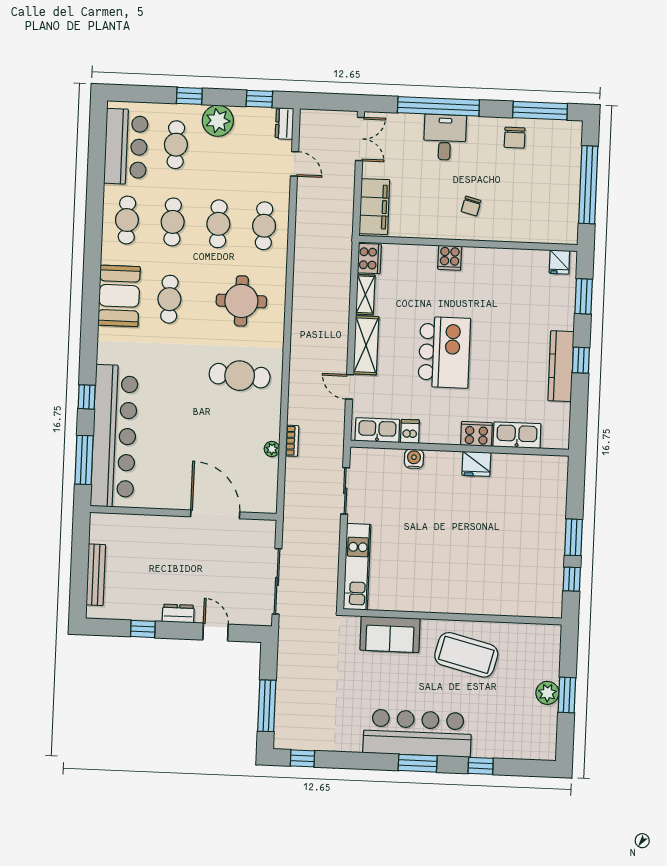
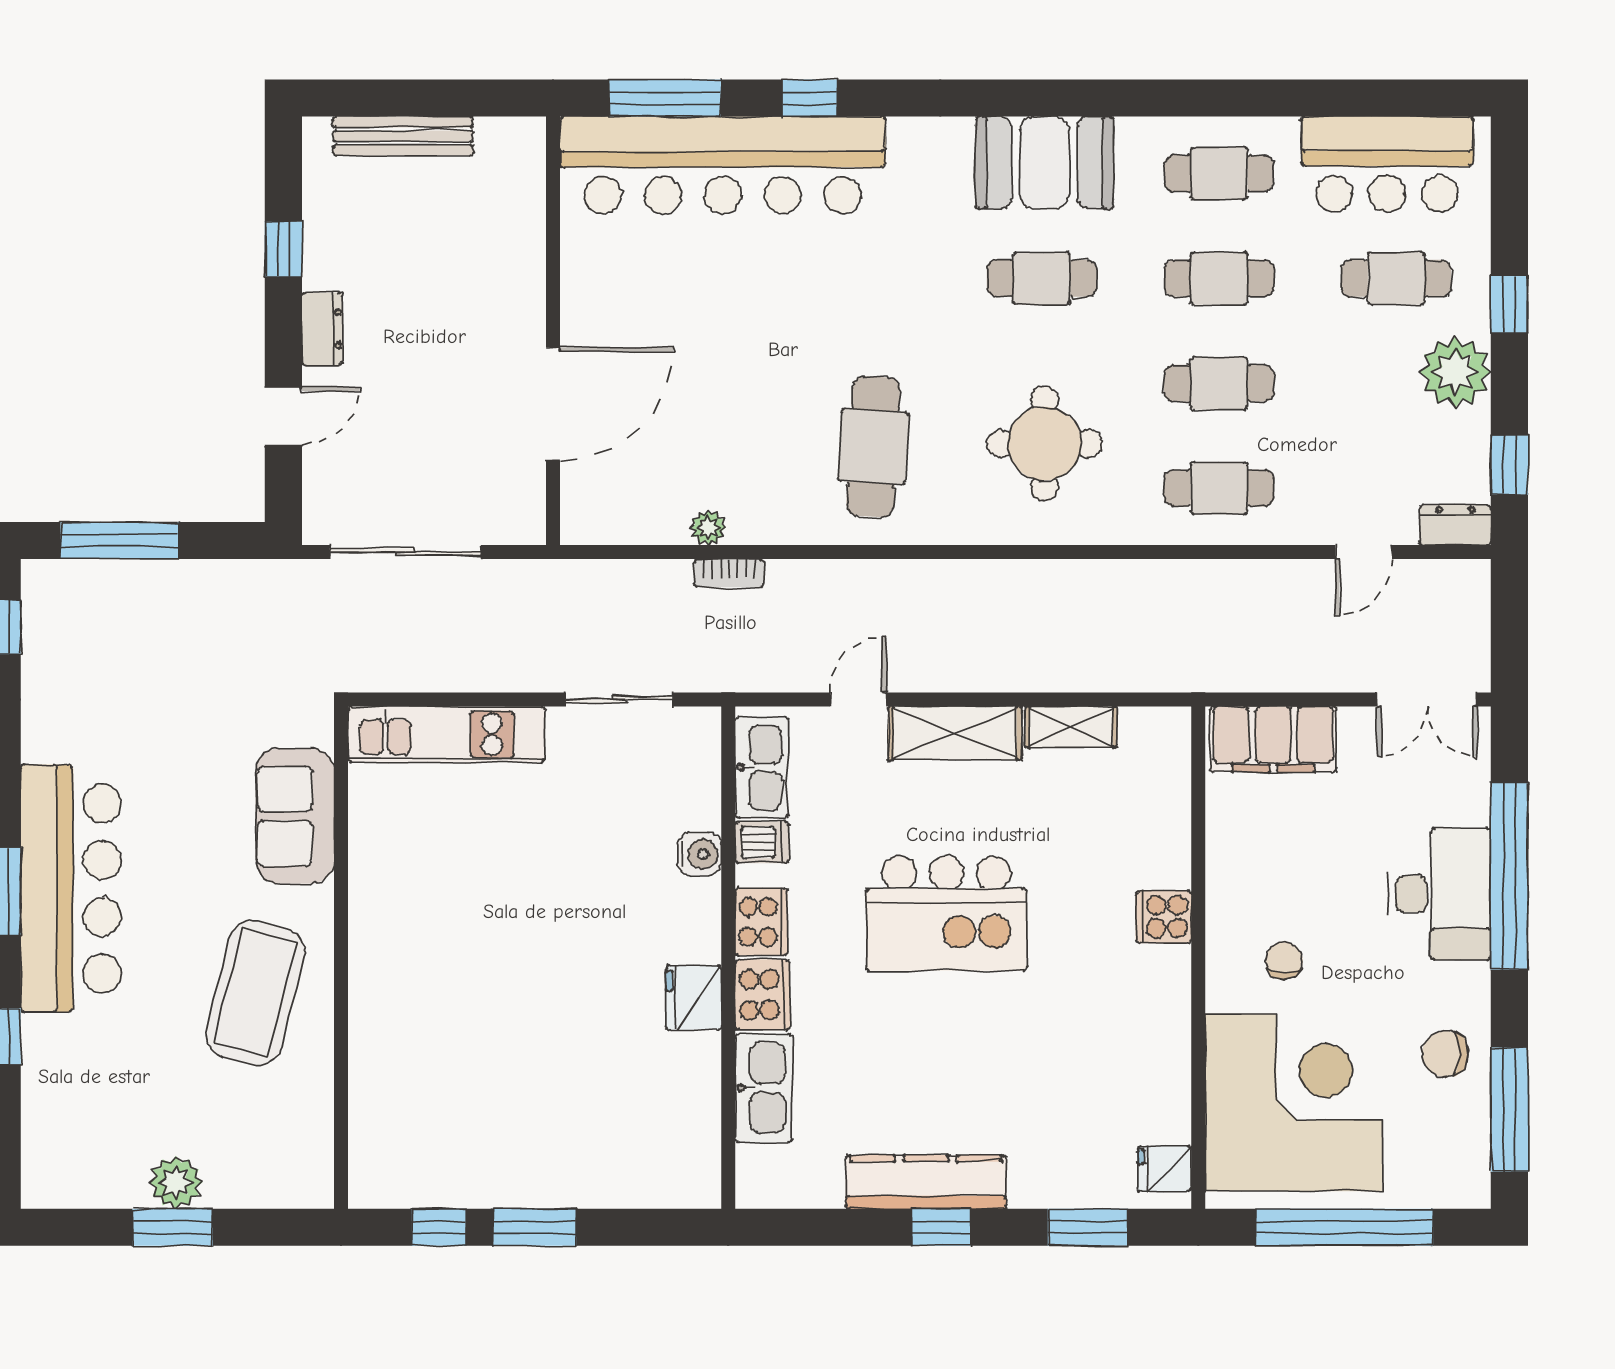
desk: (445, 137) -> (1439, 894), width x1.37
corner desk: (533, 204) -> (1294, 1102), added
chair: (471, 206) -> (1284, 961), turned 76
cooker: (369, 259) -> (761, 922), moved, turned -90

